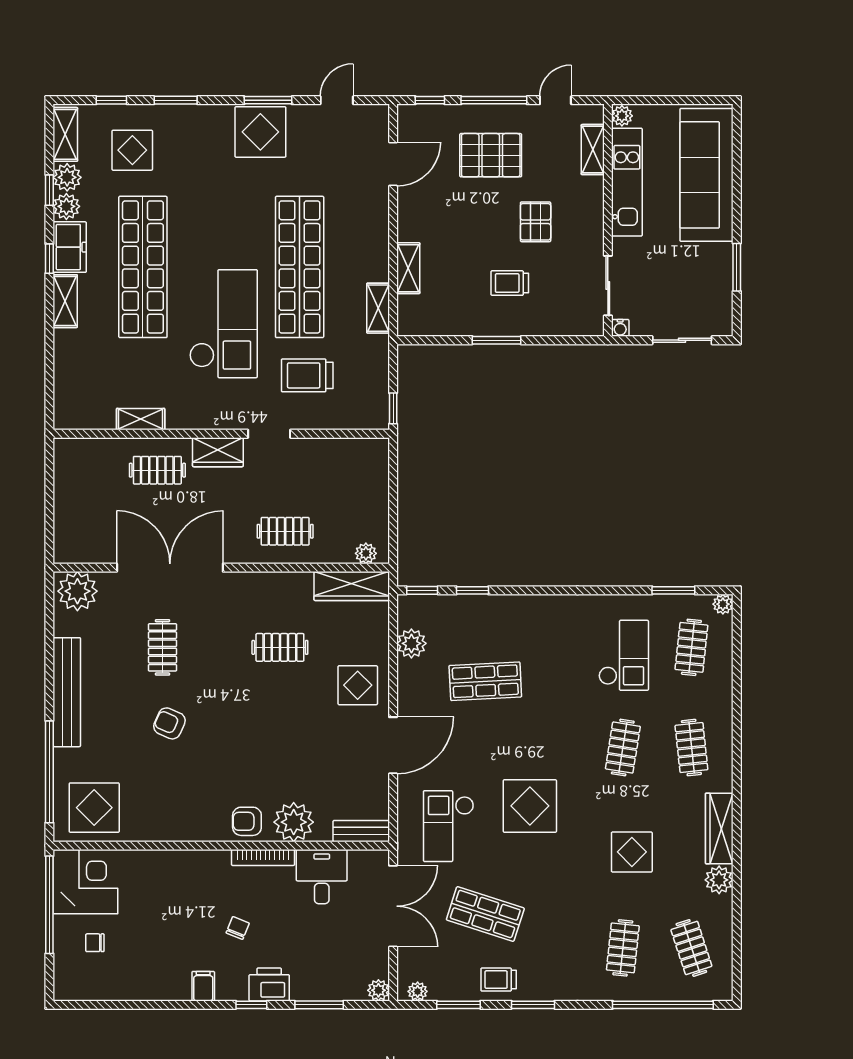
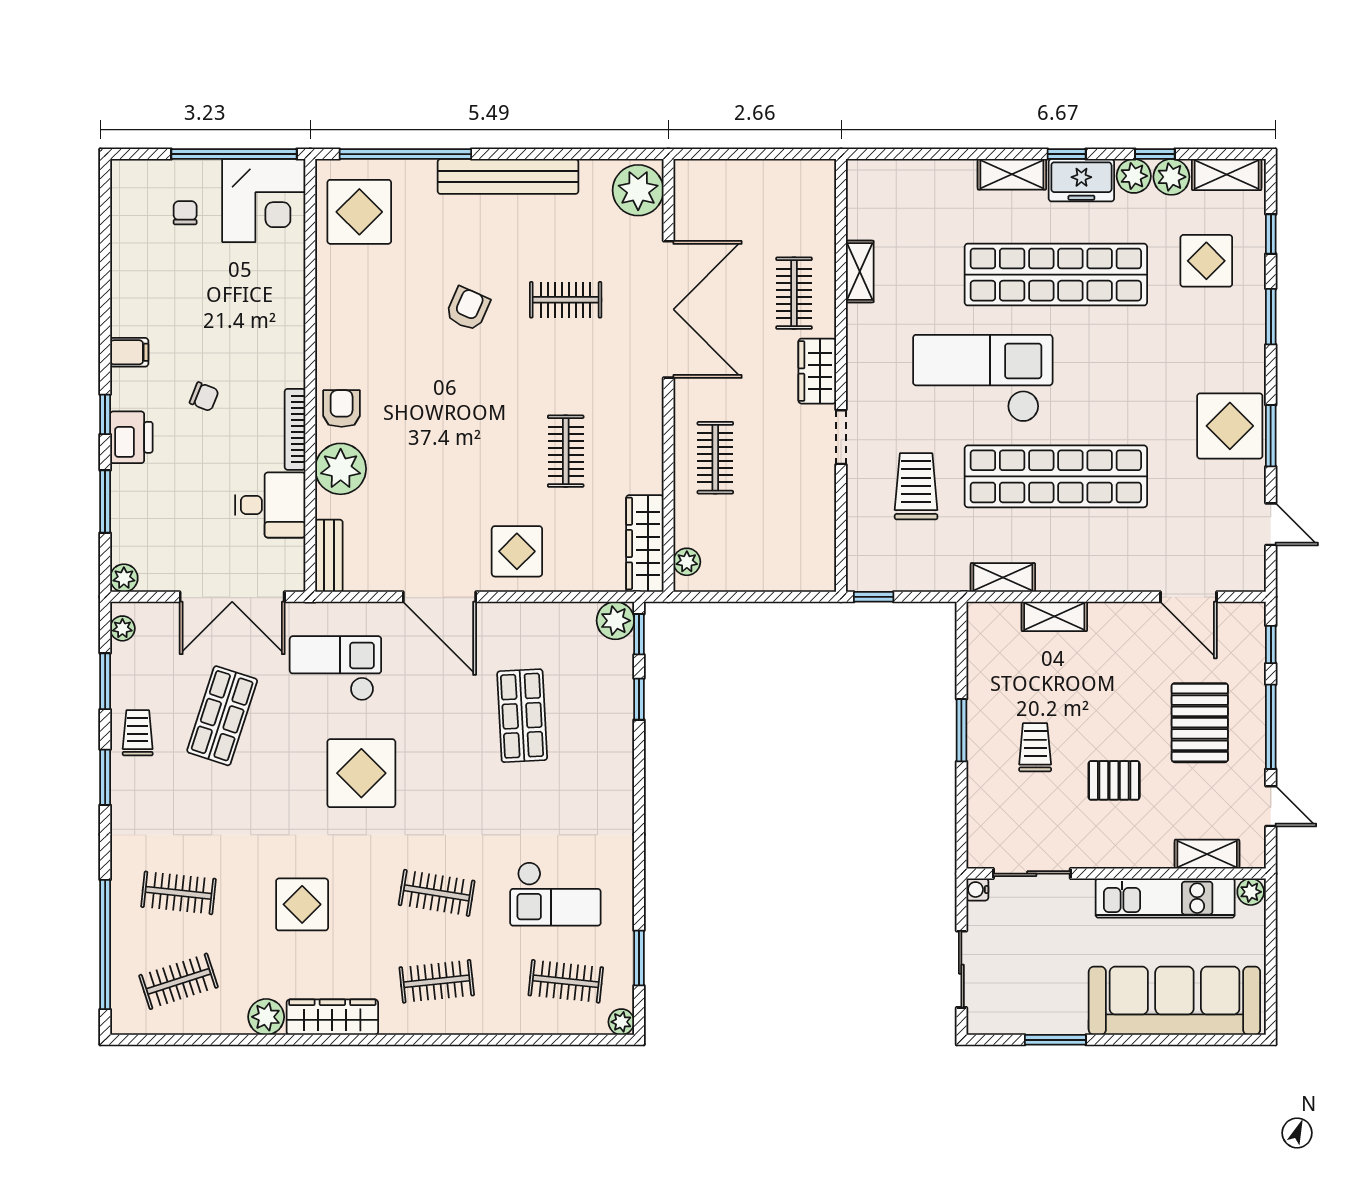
checkout: (223, 324) -> (983, 378), turned 180
plant: (411, 643) -> (615, 621), moved

